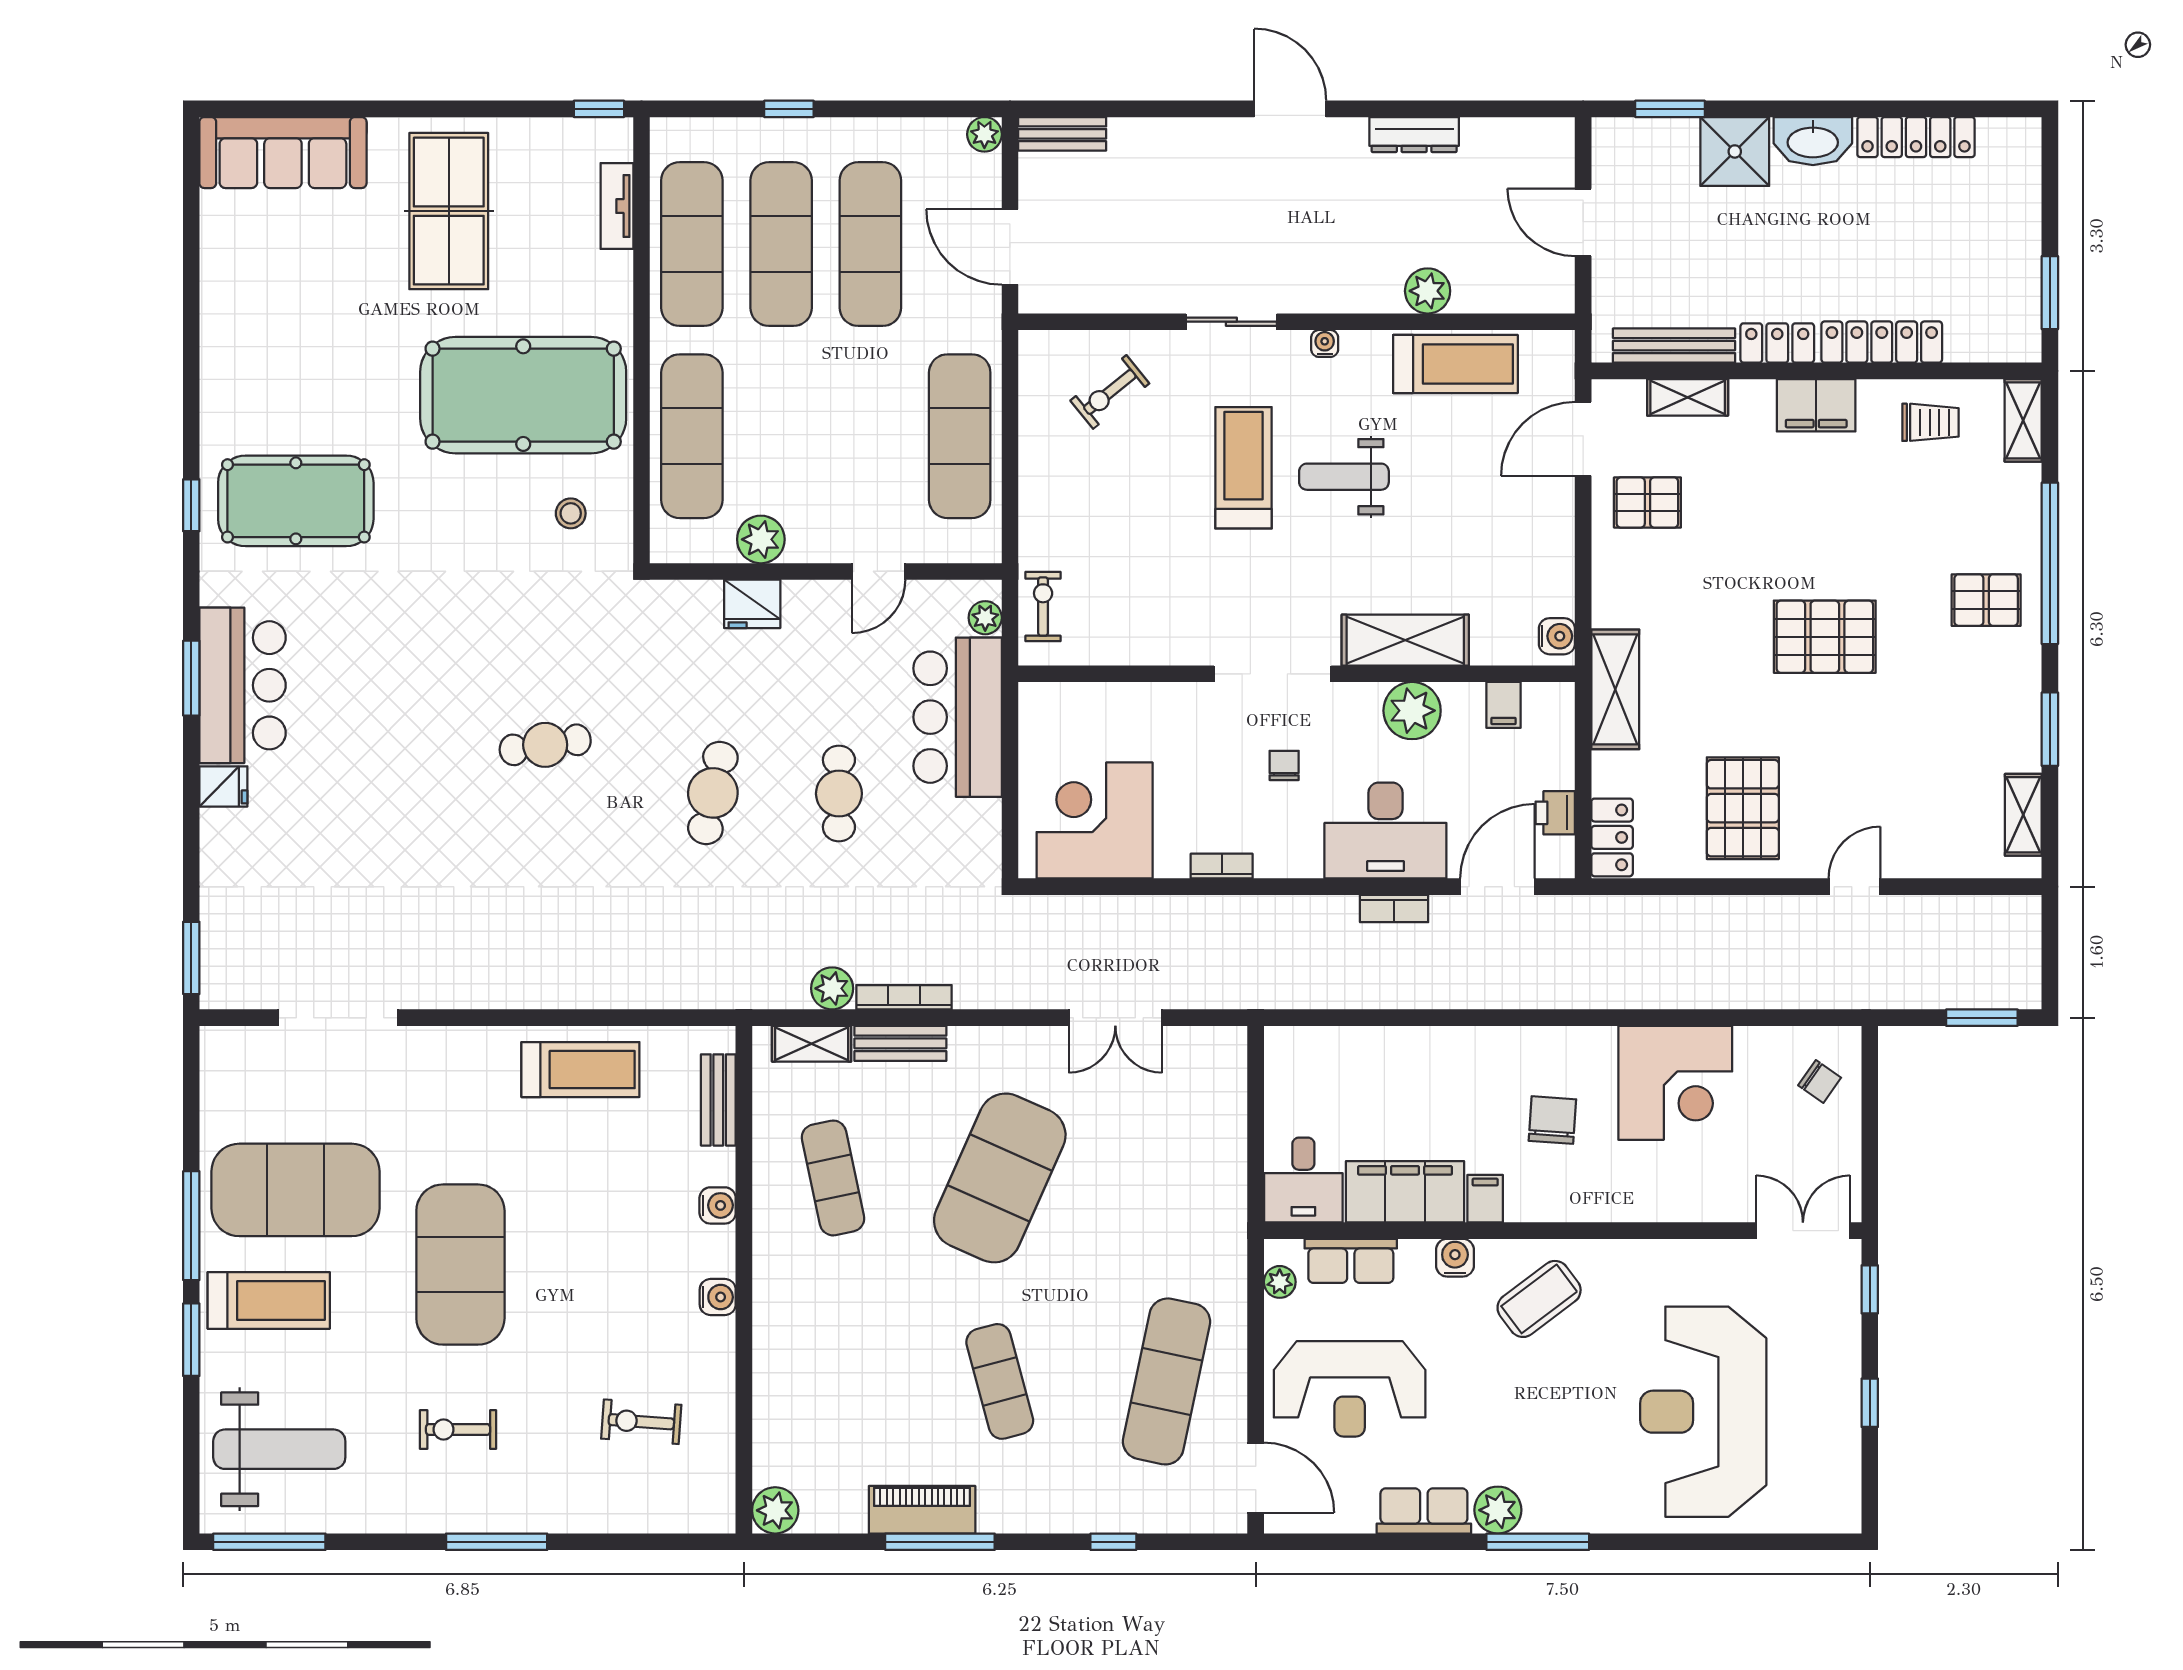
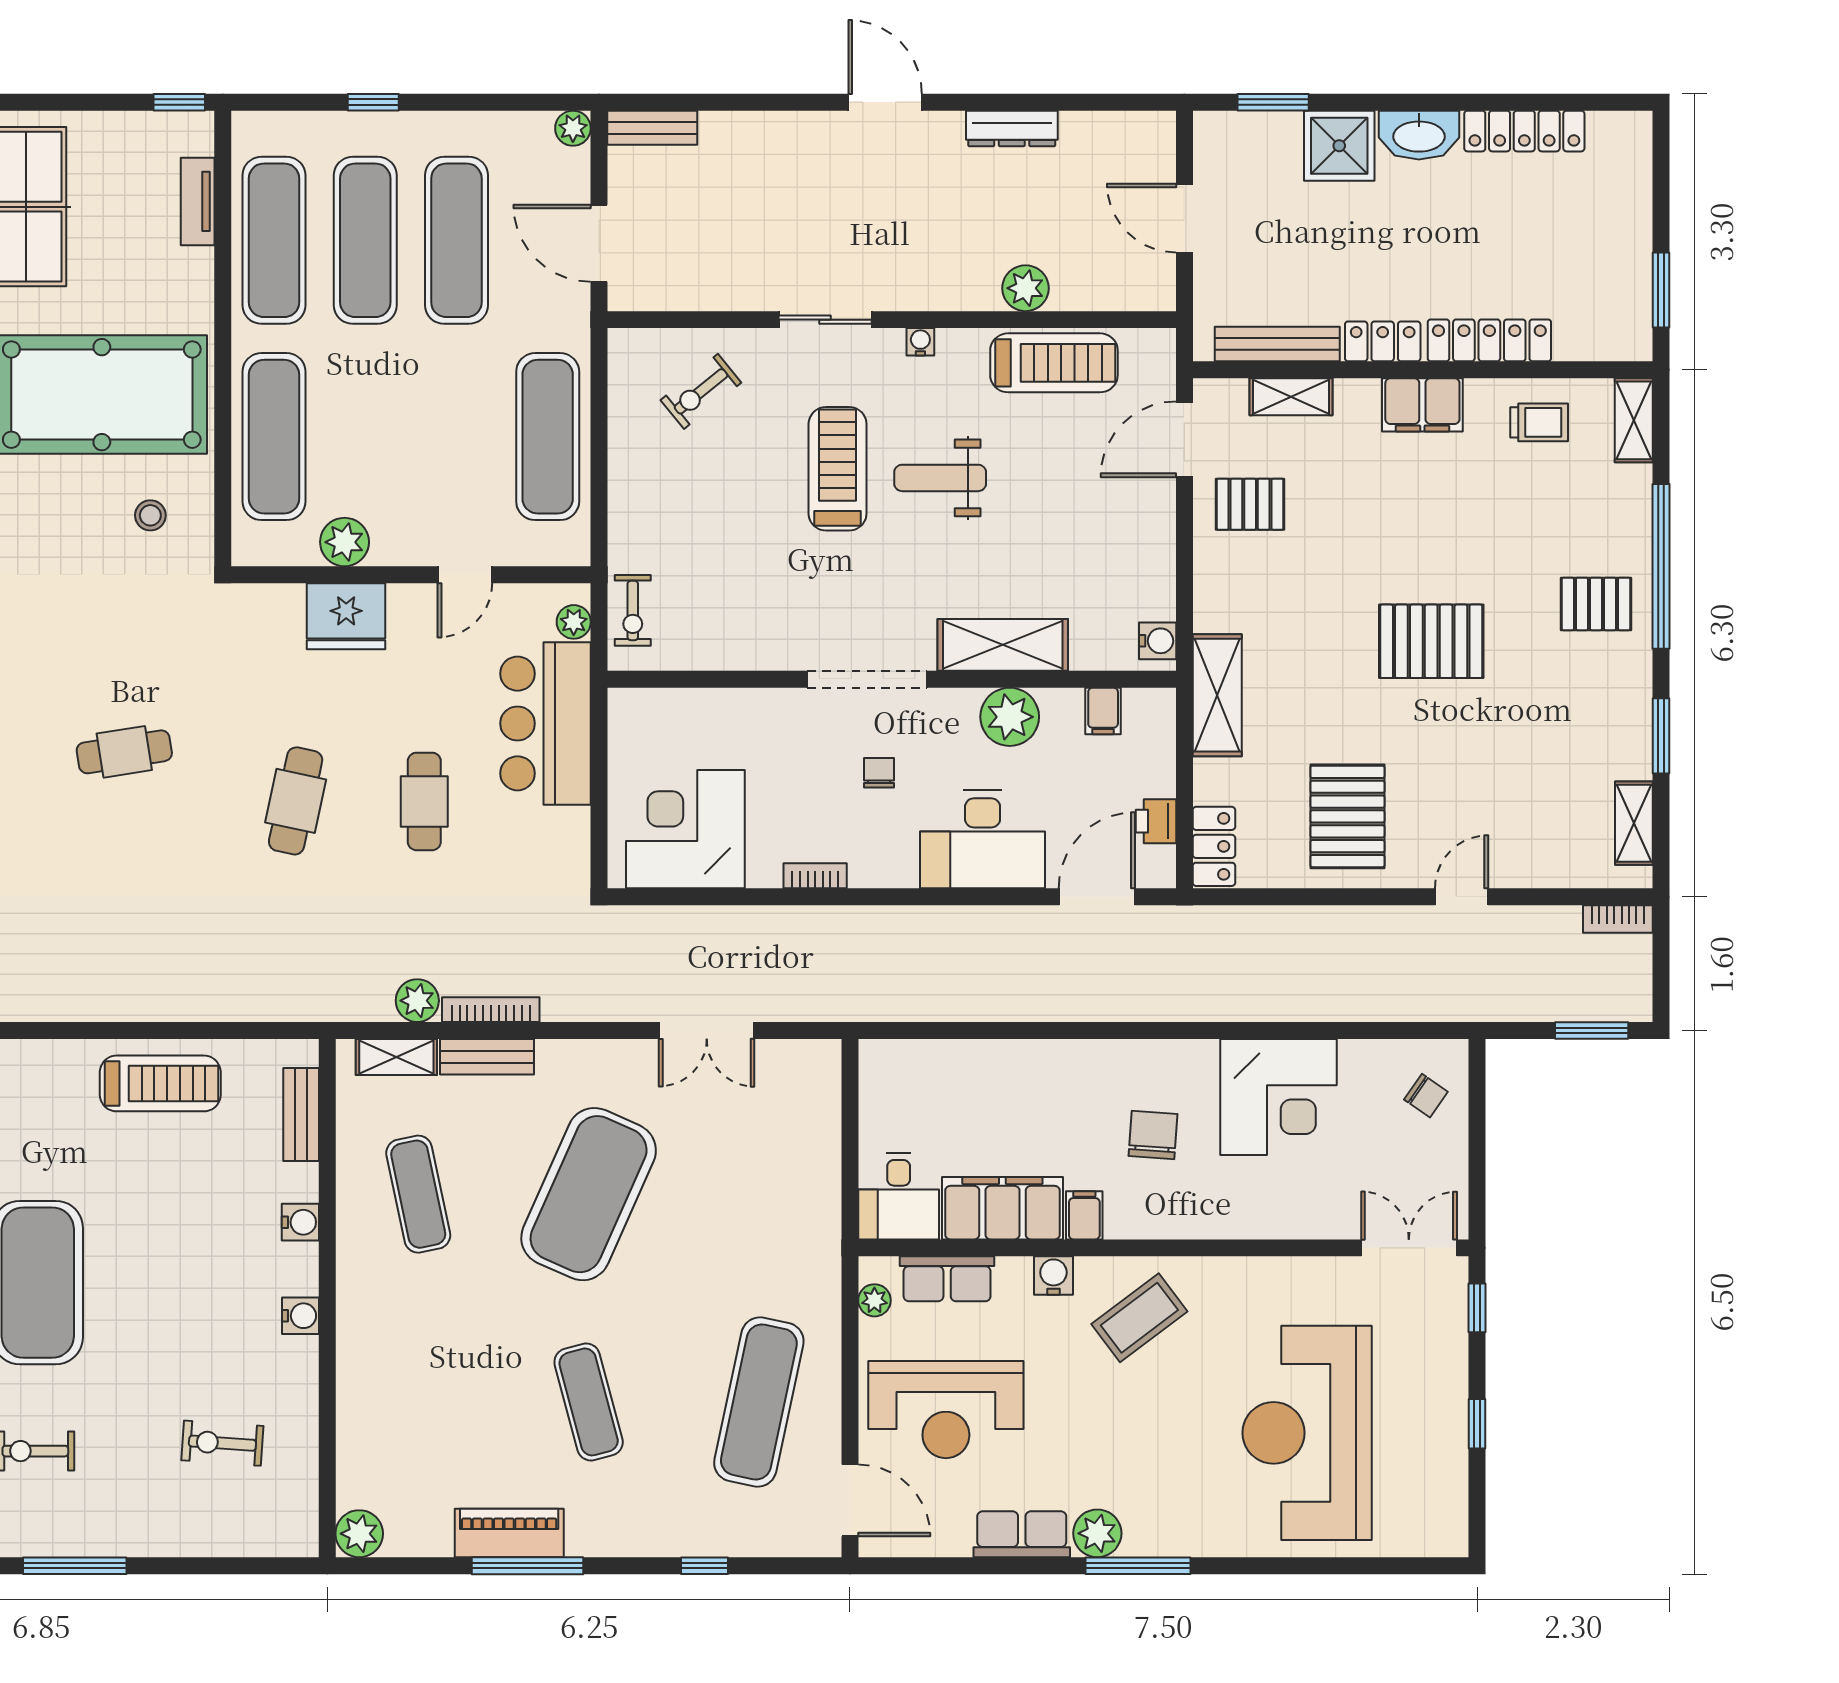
fridge: (752, 604) -> (346, 616), width x1.36, depth x1.34
exercise bike: (1043, 606) -> (633, 610), turned 180
bookcase: (1394, 909) -> (1618, 919), moved

